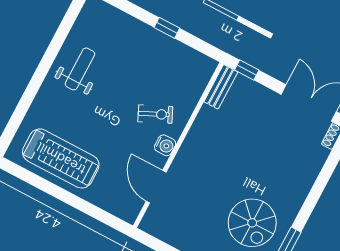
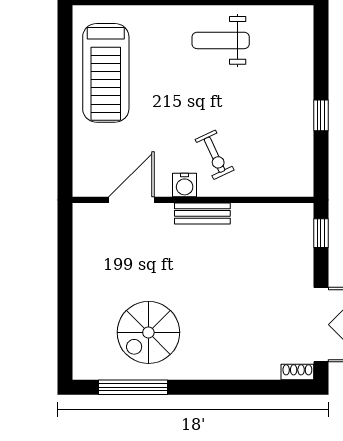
weight bench: (80, 69) -> (221, 40), turned 180
bench: (221, 87) -> (202, 213), moved

